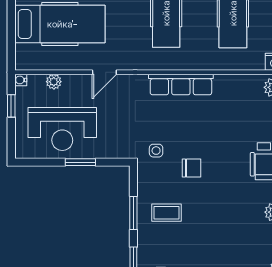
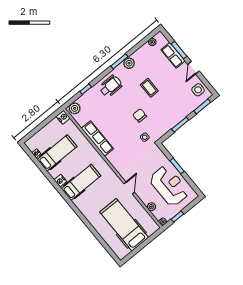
door: (104, 72) -> (129, 188), hinge flipped
row of seats: (181, 85) -> (97, 139), moved
coffee table: (166, 213) -> (149, 88), moved

